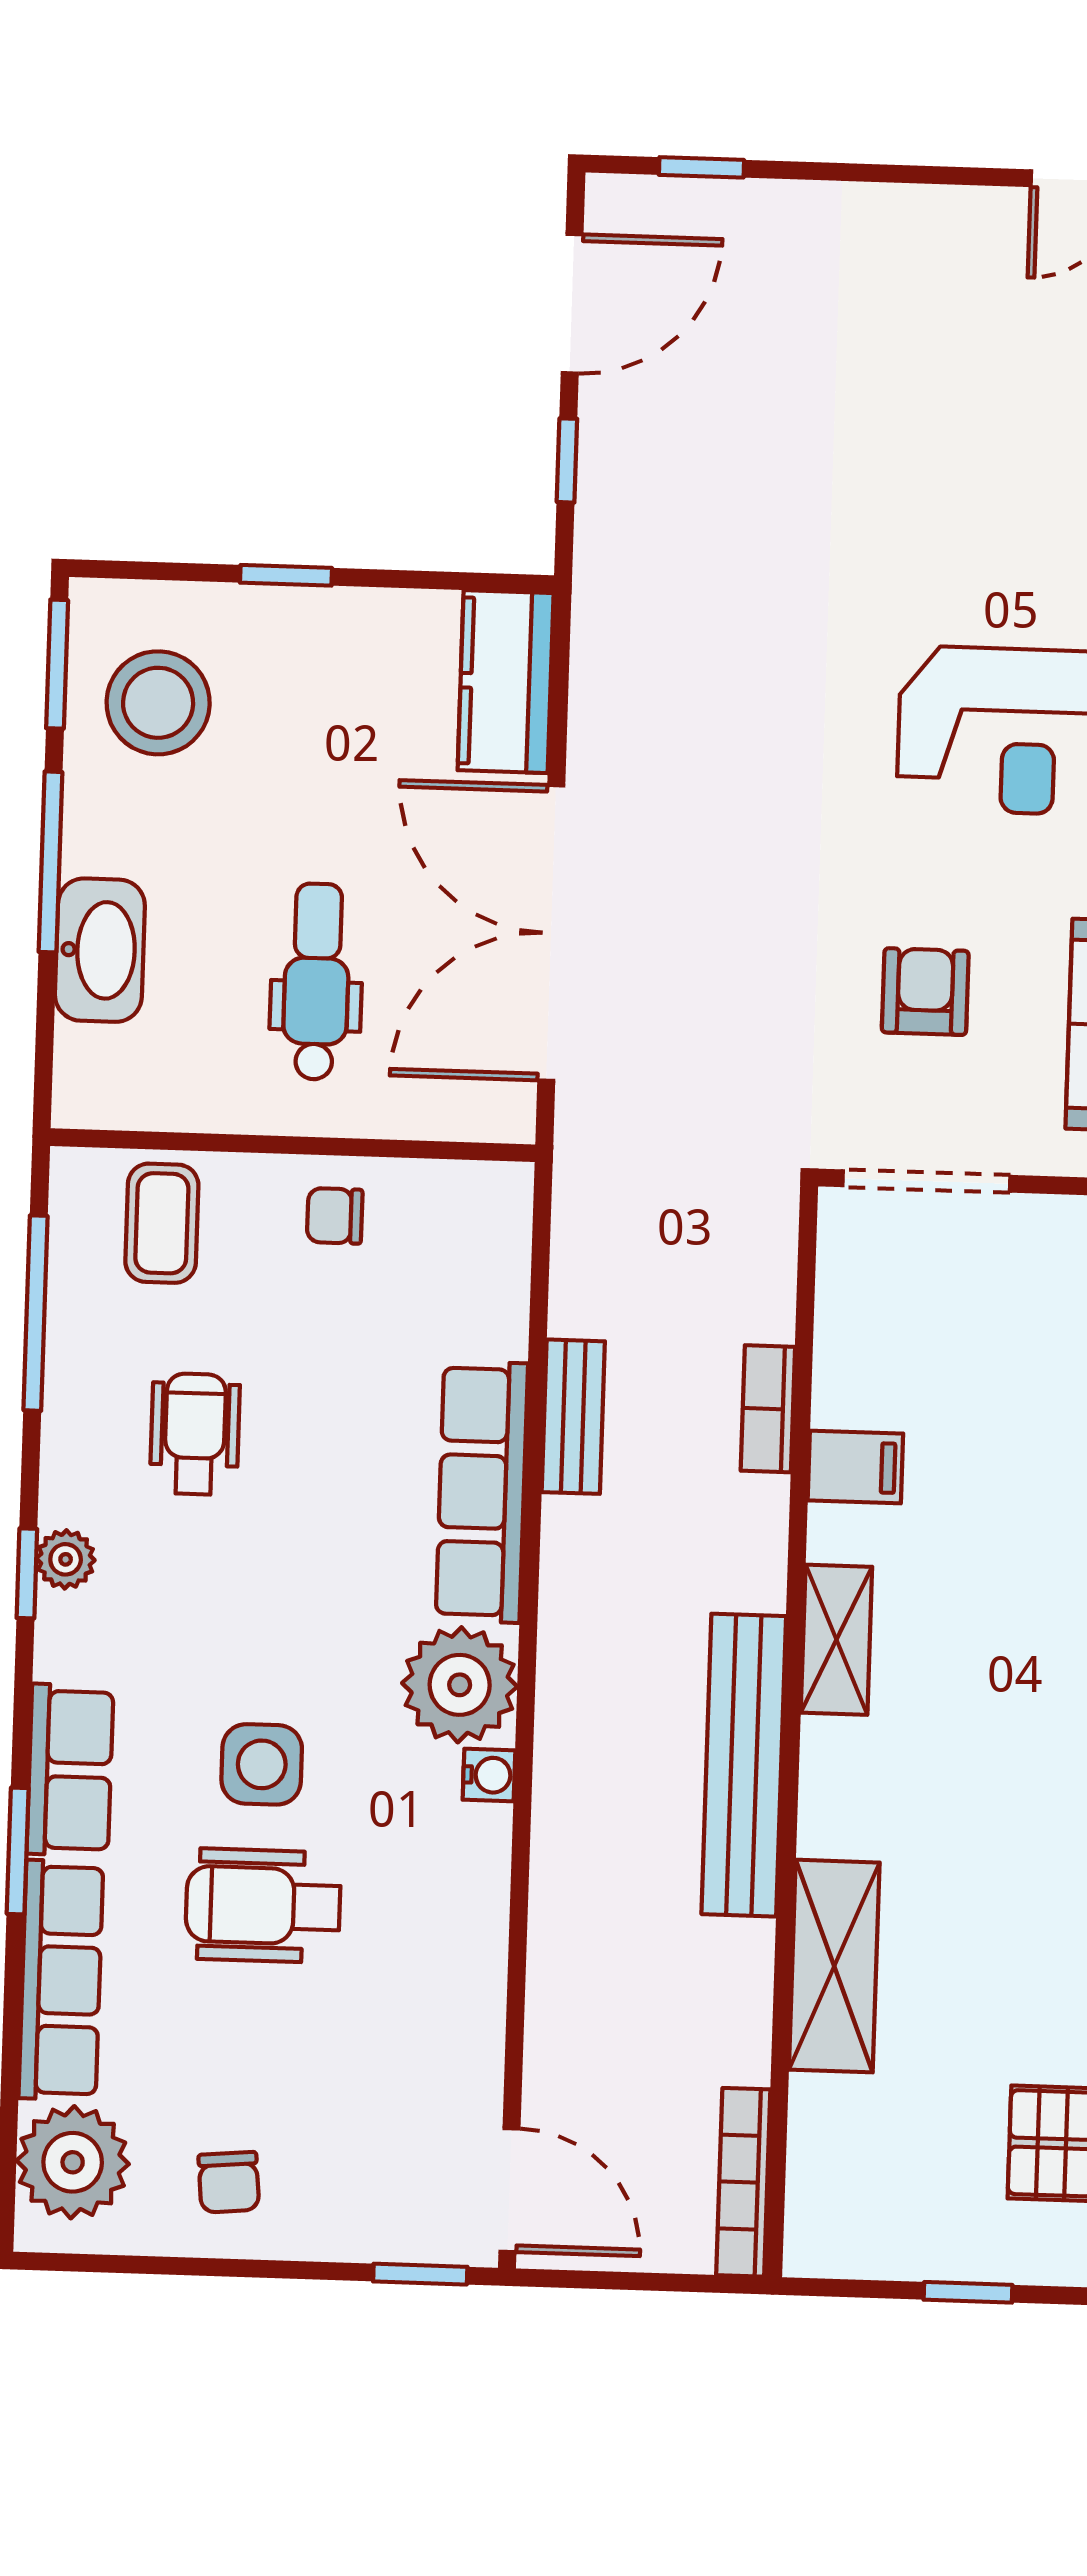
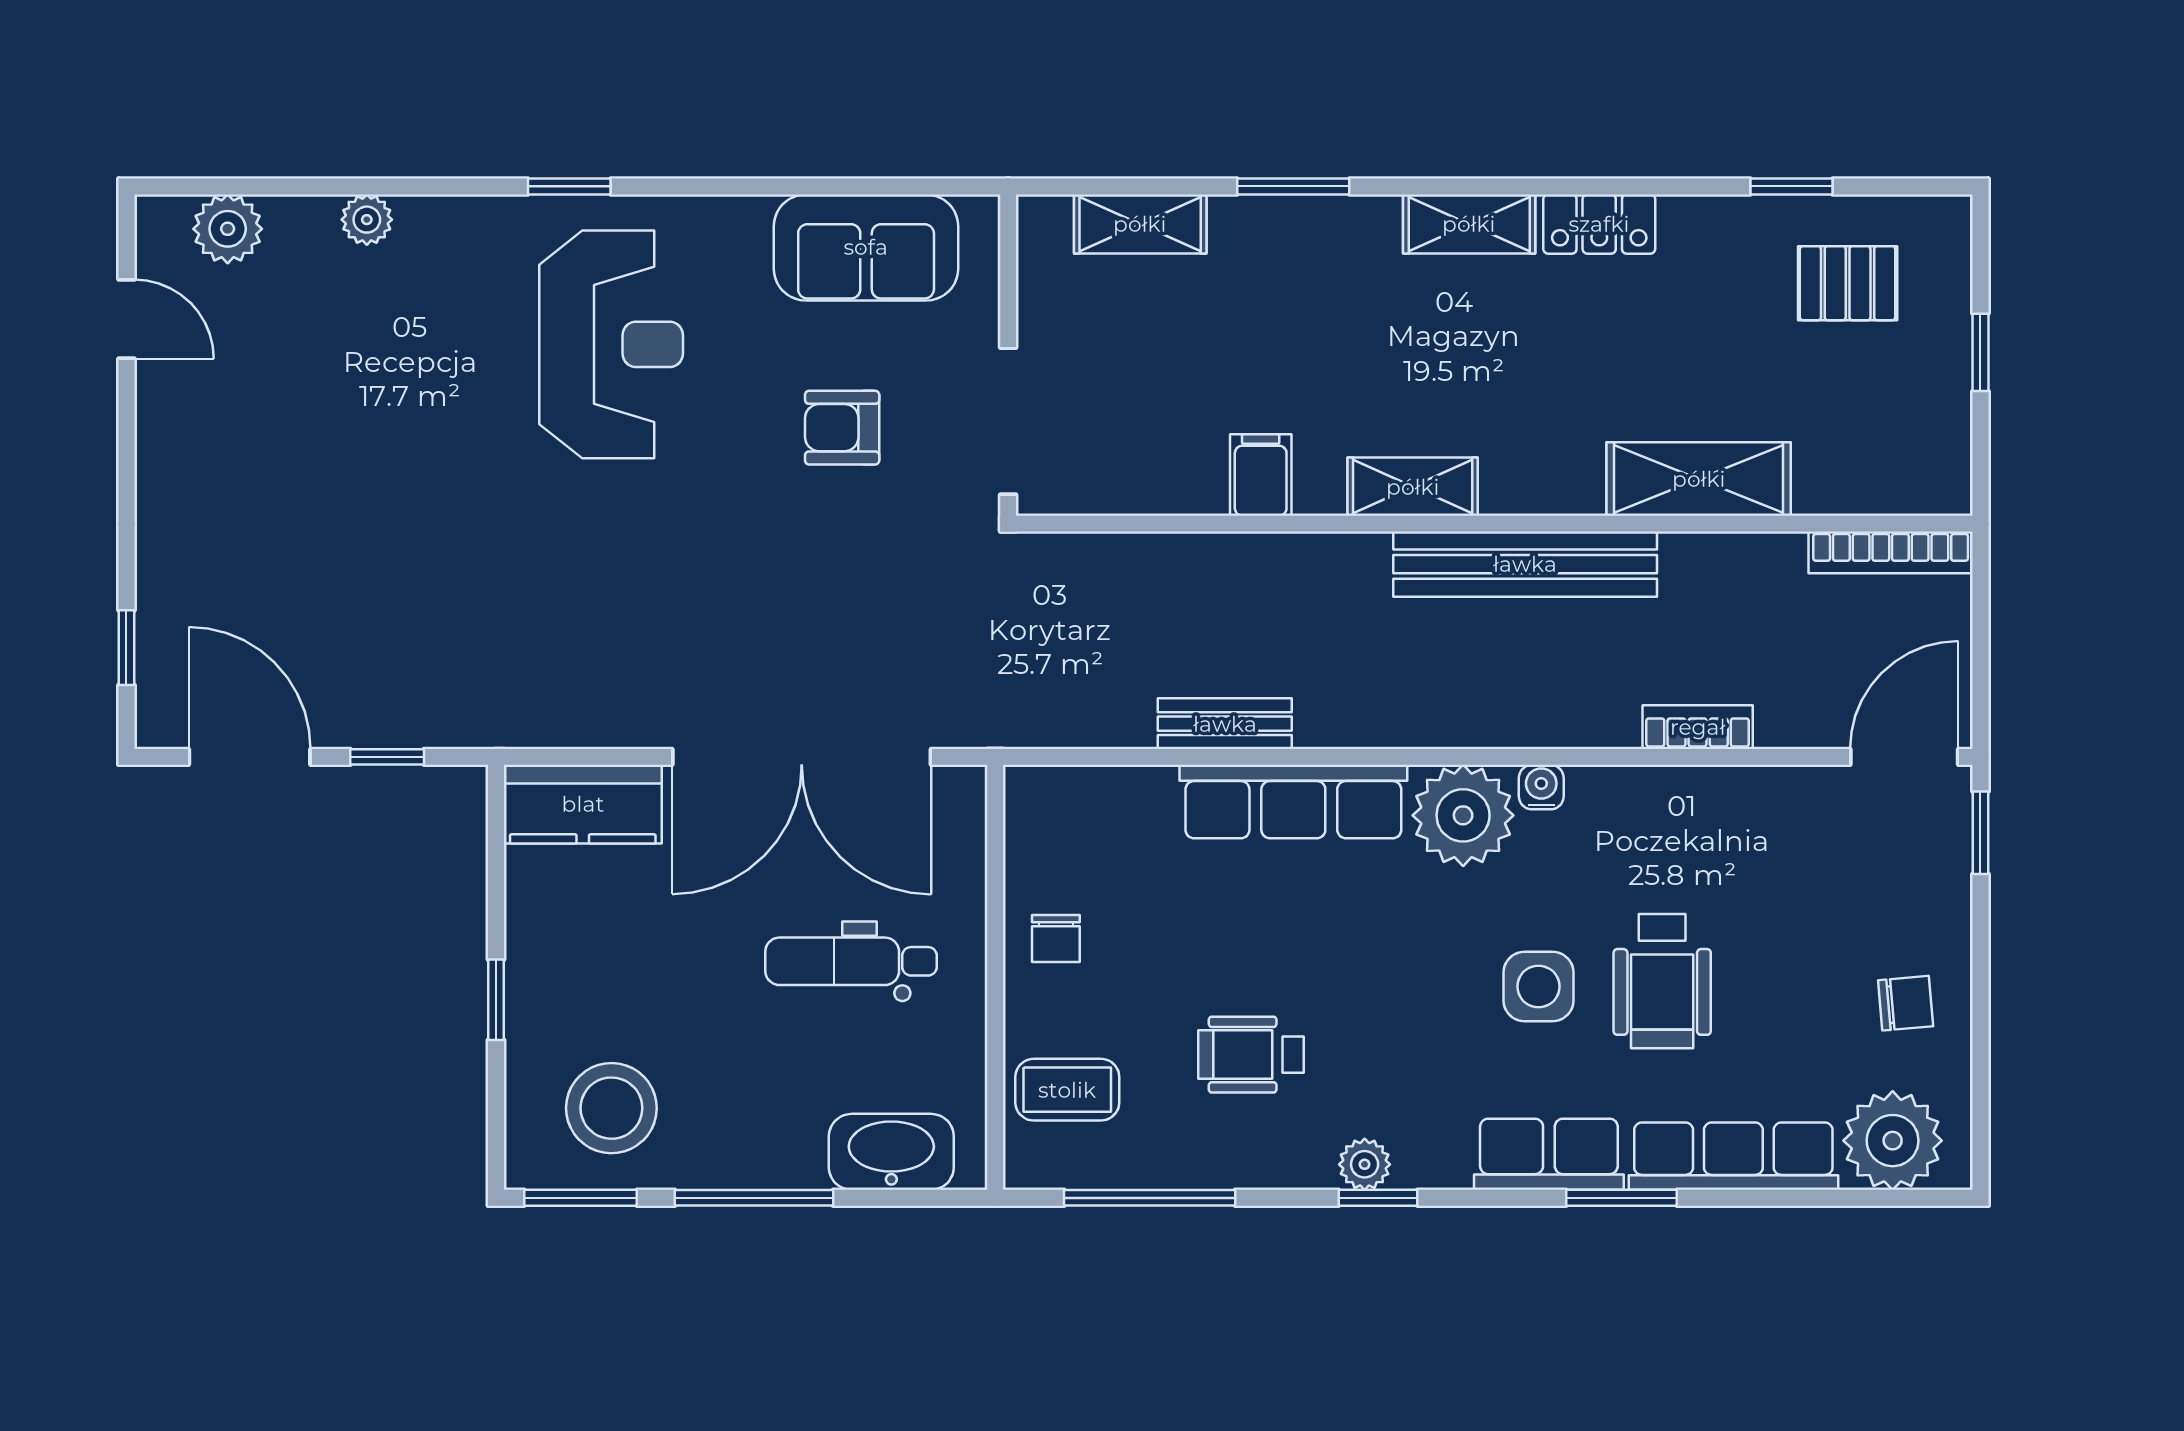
washbasin: (100, 950) -> (891, 1152), moved
bookcase: (768, 1409) -> (1698, 727), moved, turned 180

